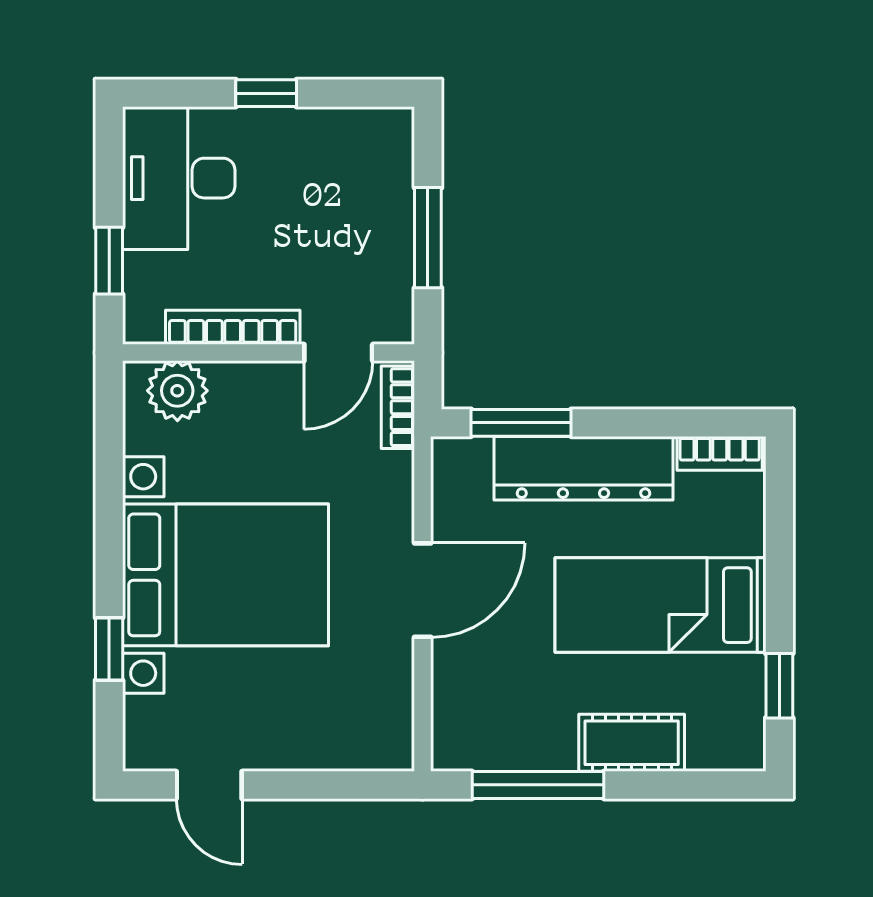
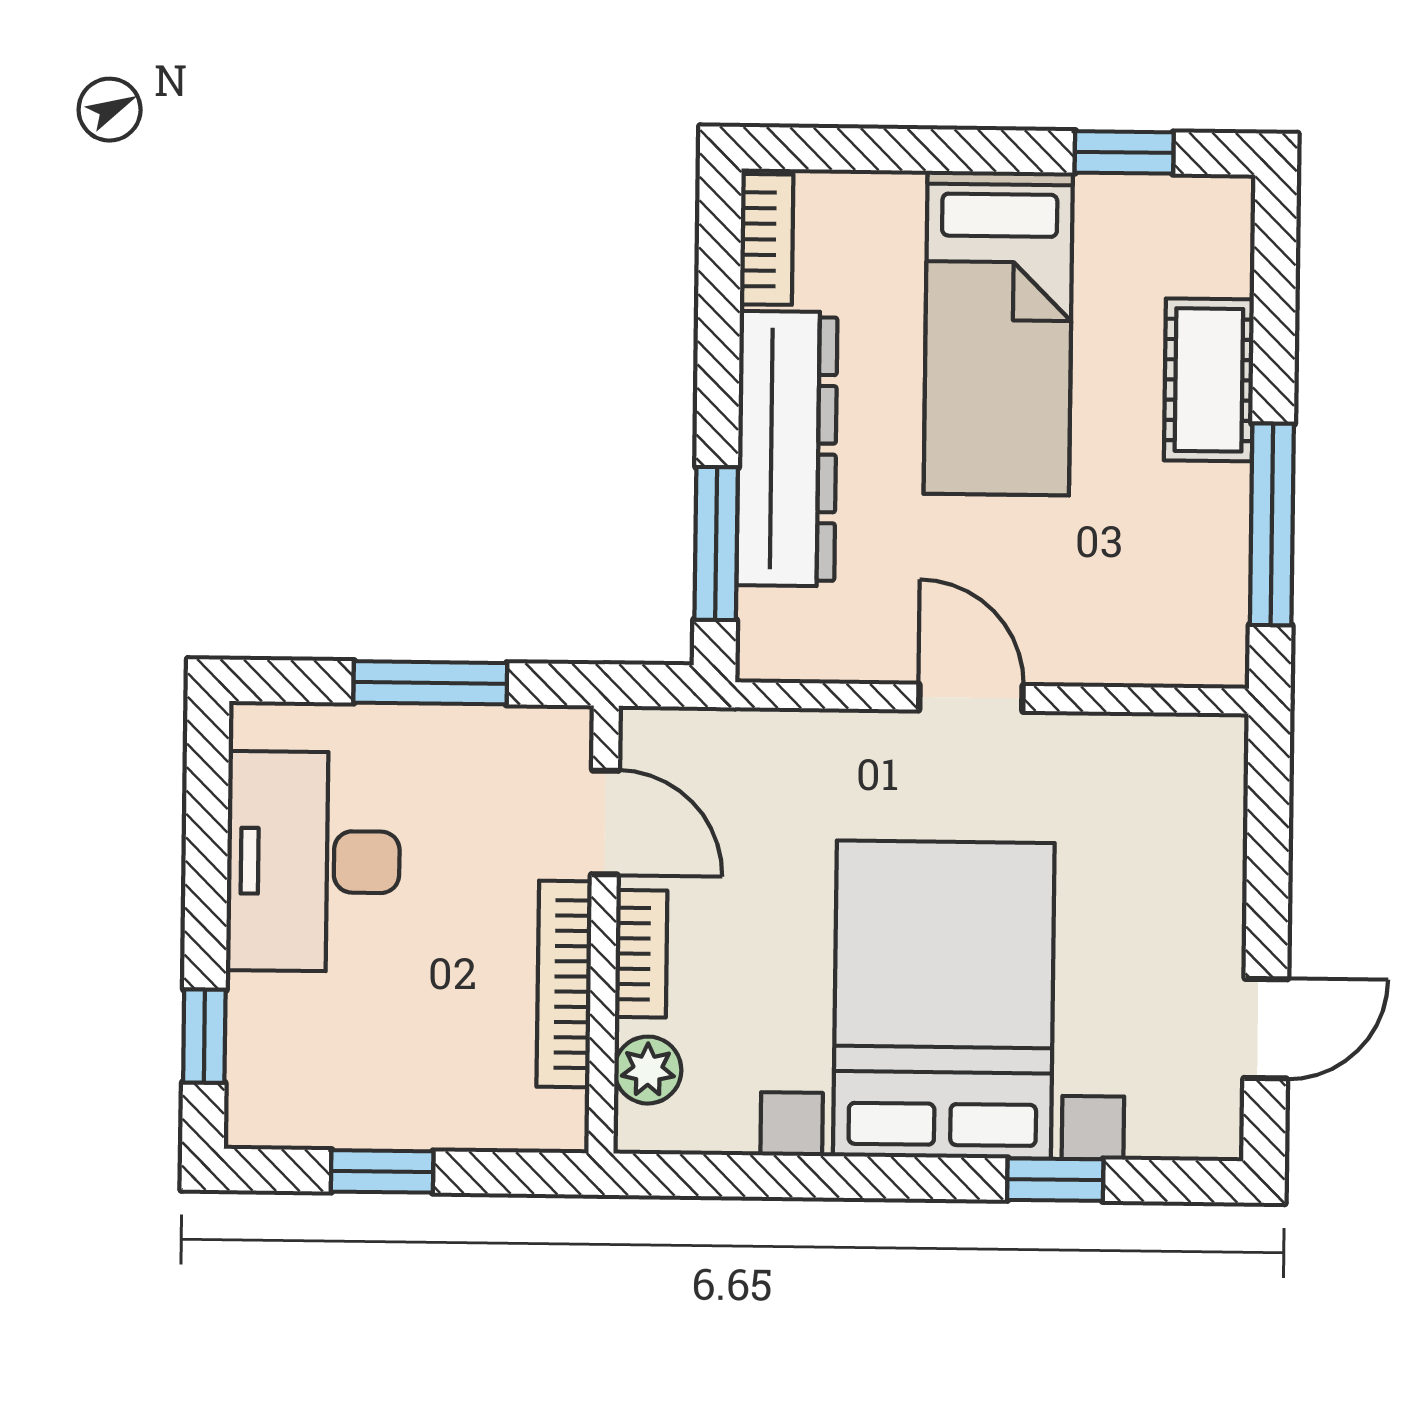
window: (266, 93) -> (204, 1036), moved
desk: (179, 178) -> (313, 862), moved, turned 90
window: (109, 261) -> (382, 1171), moved
plant: (177, 391) -> (648, 1070), width x0.73, depth x0.73
bookcase: (398, 407) -> (641, 954), moved, turned -90
door: (423, 590) -> (971, 698), width x0.73

